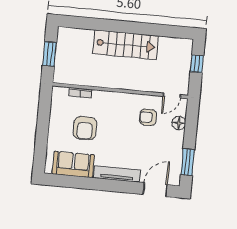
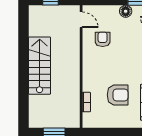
armchair: (148, 117) -> (103, 39), turned 180
floor lamp: (179, 123) -> (126, 11), moved

